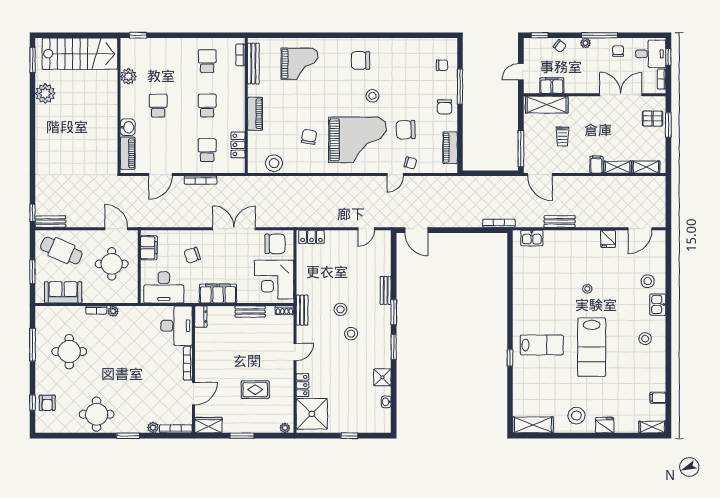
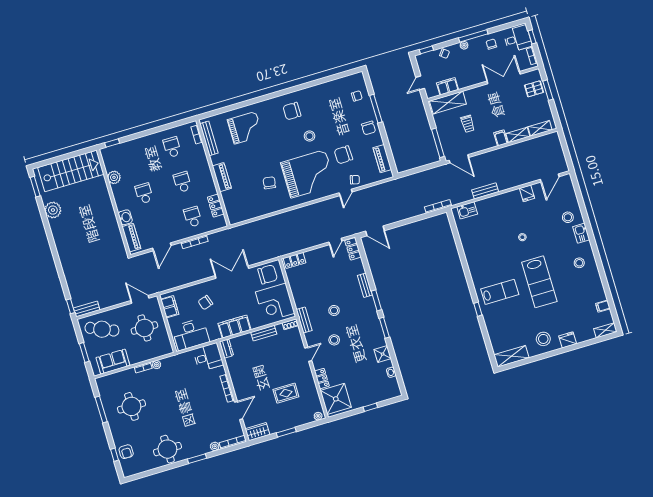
stool: (274, 163) -> (248, 211), removed
locker: (384, 243) -> (353, 249), added
desk: (177, 326) -> (208, 357), width x0.73
stool: (351, 334) -> (334, 340), moved

